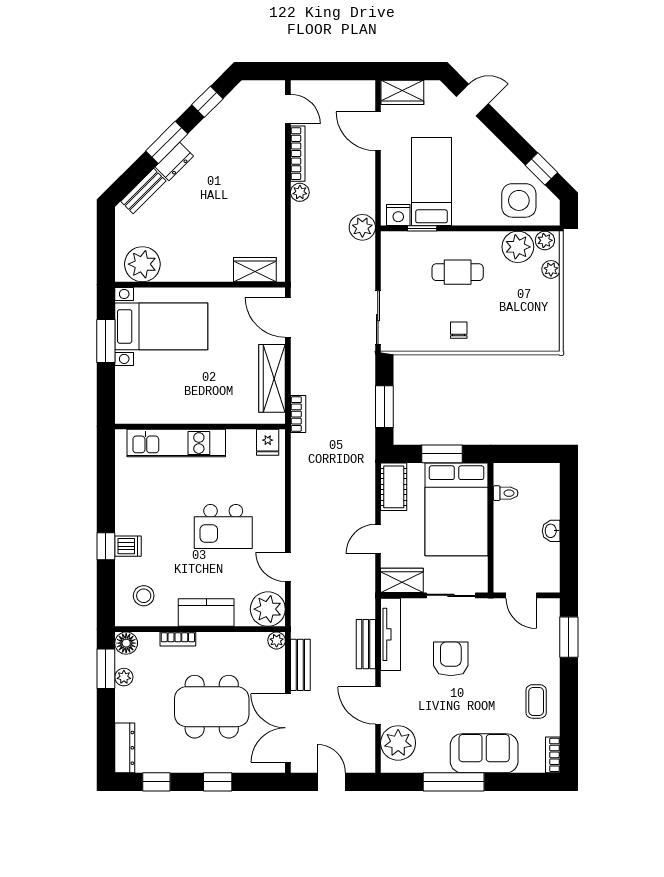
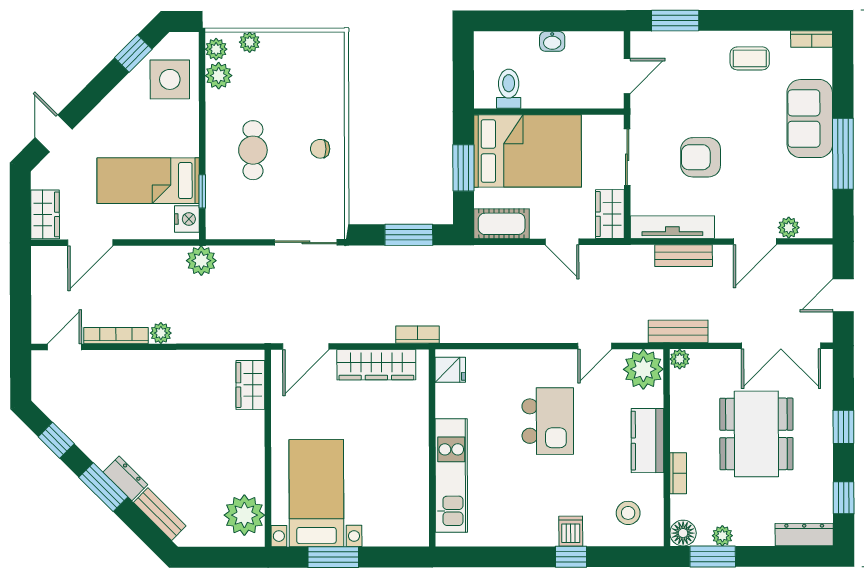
plant: (518, 247) -> (219, 76), width x0.73, depth x0.73
toilet: (506, 493) -> (509, 89), width x1.37, depth x1.39
bench: (300, 665) -> (678, 331), moved
plant: (398, 743) -> (789, 228), width x0.53, depth x0.53

